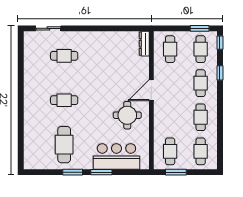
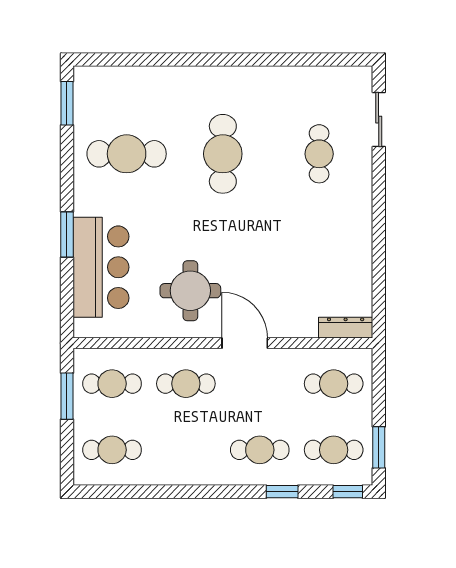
cafe table: (64, 100) -> (223, 154), width x1.37, depth x1.35
cafe table: (201, 117) -> (186, 384), moved
window: (73, 172) -> (67, 103), moved

